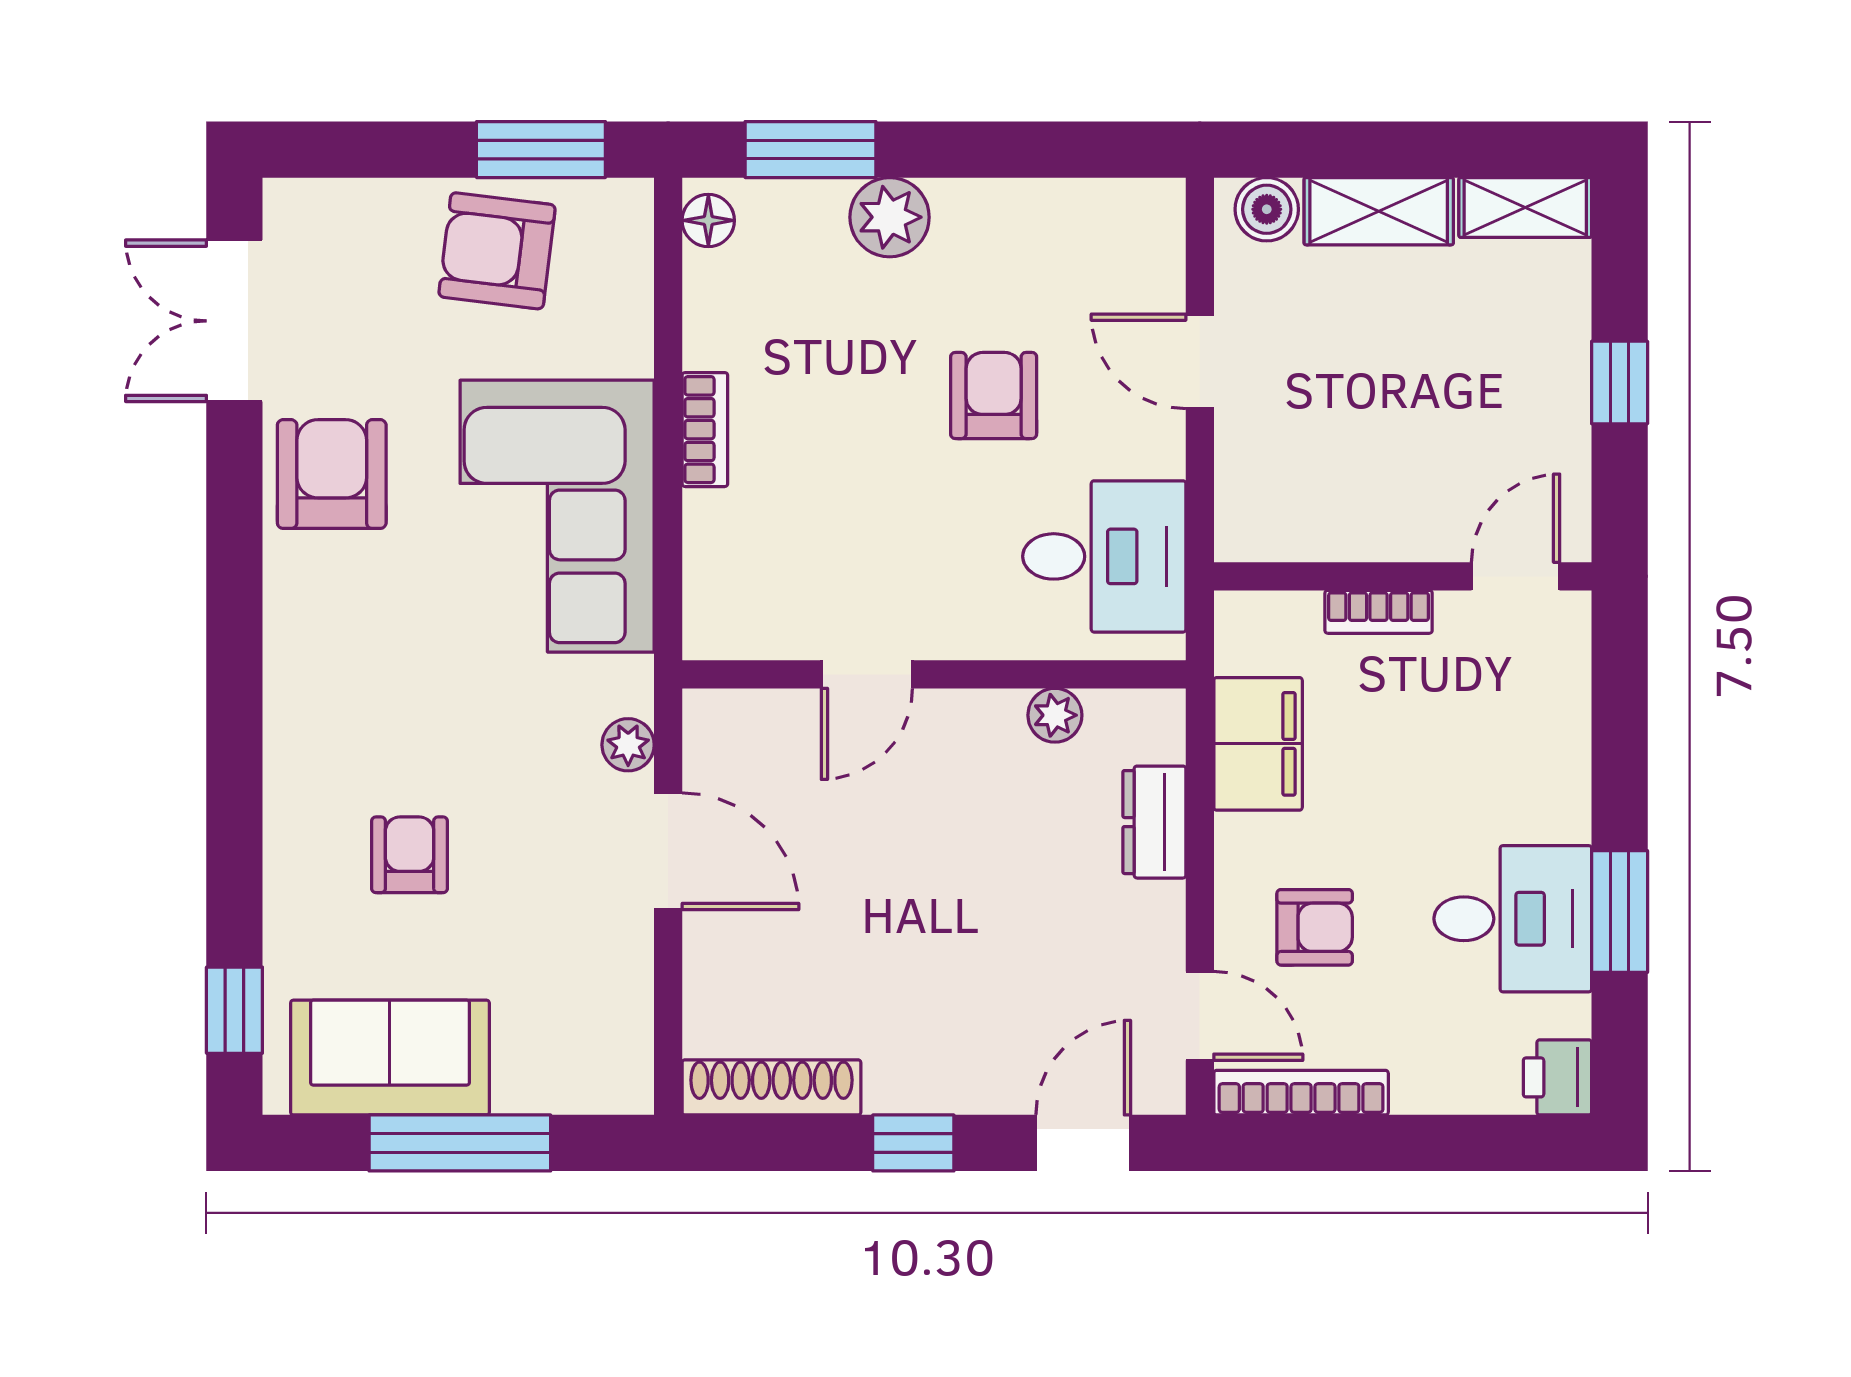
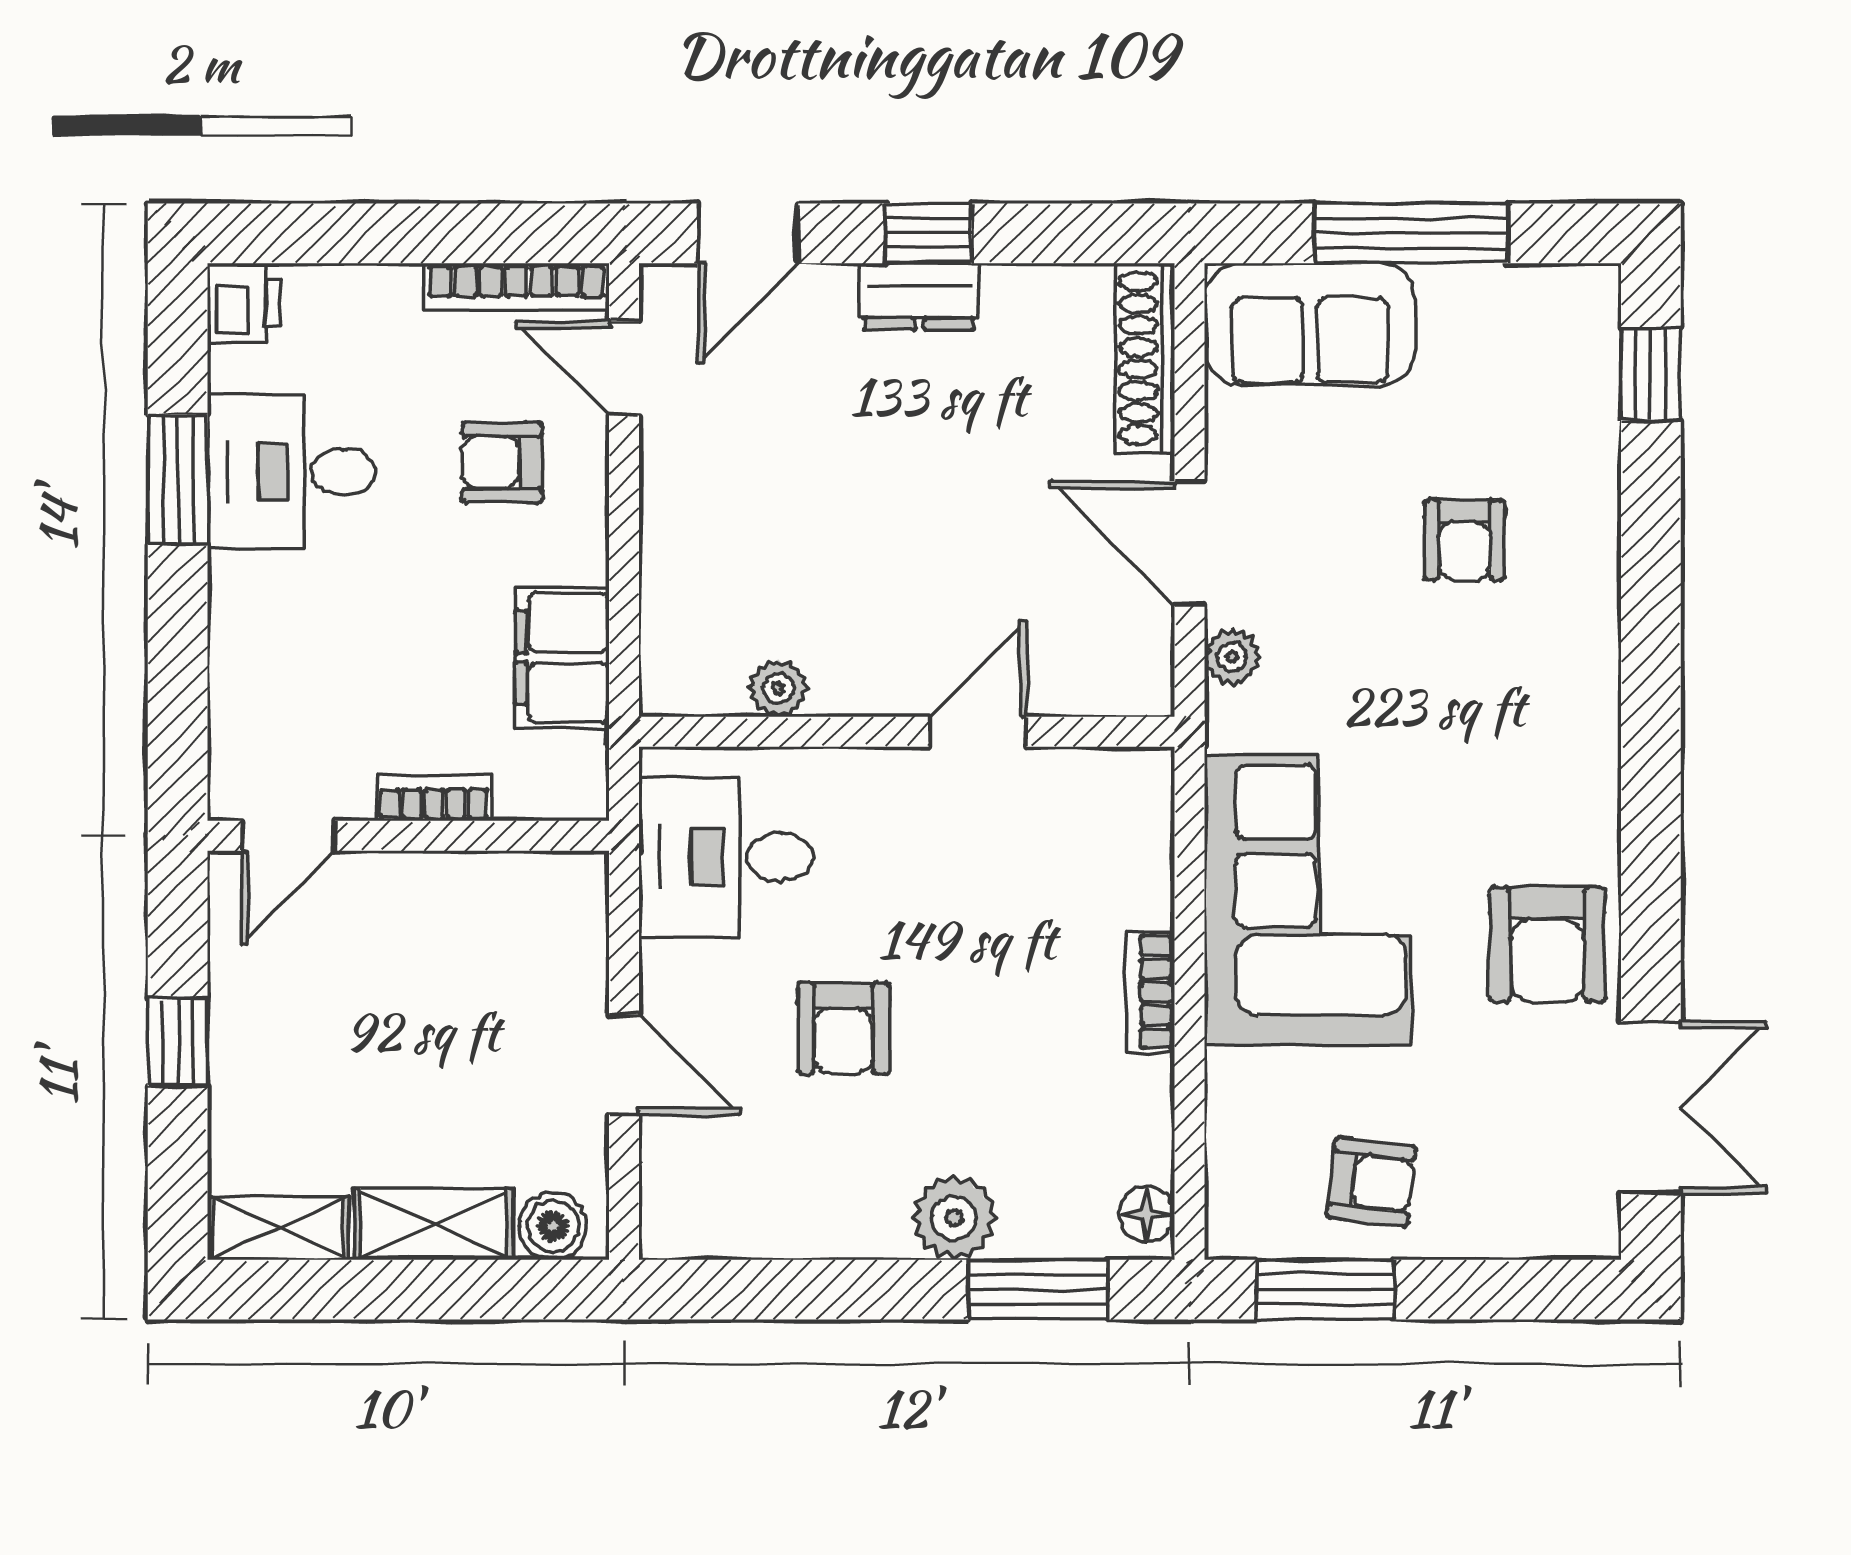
armchair: (497, 251) -> (1372, 1182), width x0.72, depth x0.72
dresser: (1154, 822) -> (919, 297), moved, turned 90
sofa: (390, 1058) -> (1310, 324), moved
shoe rack: (771, 1087) -> (1145, 358), moved, turned 90

